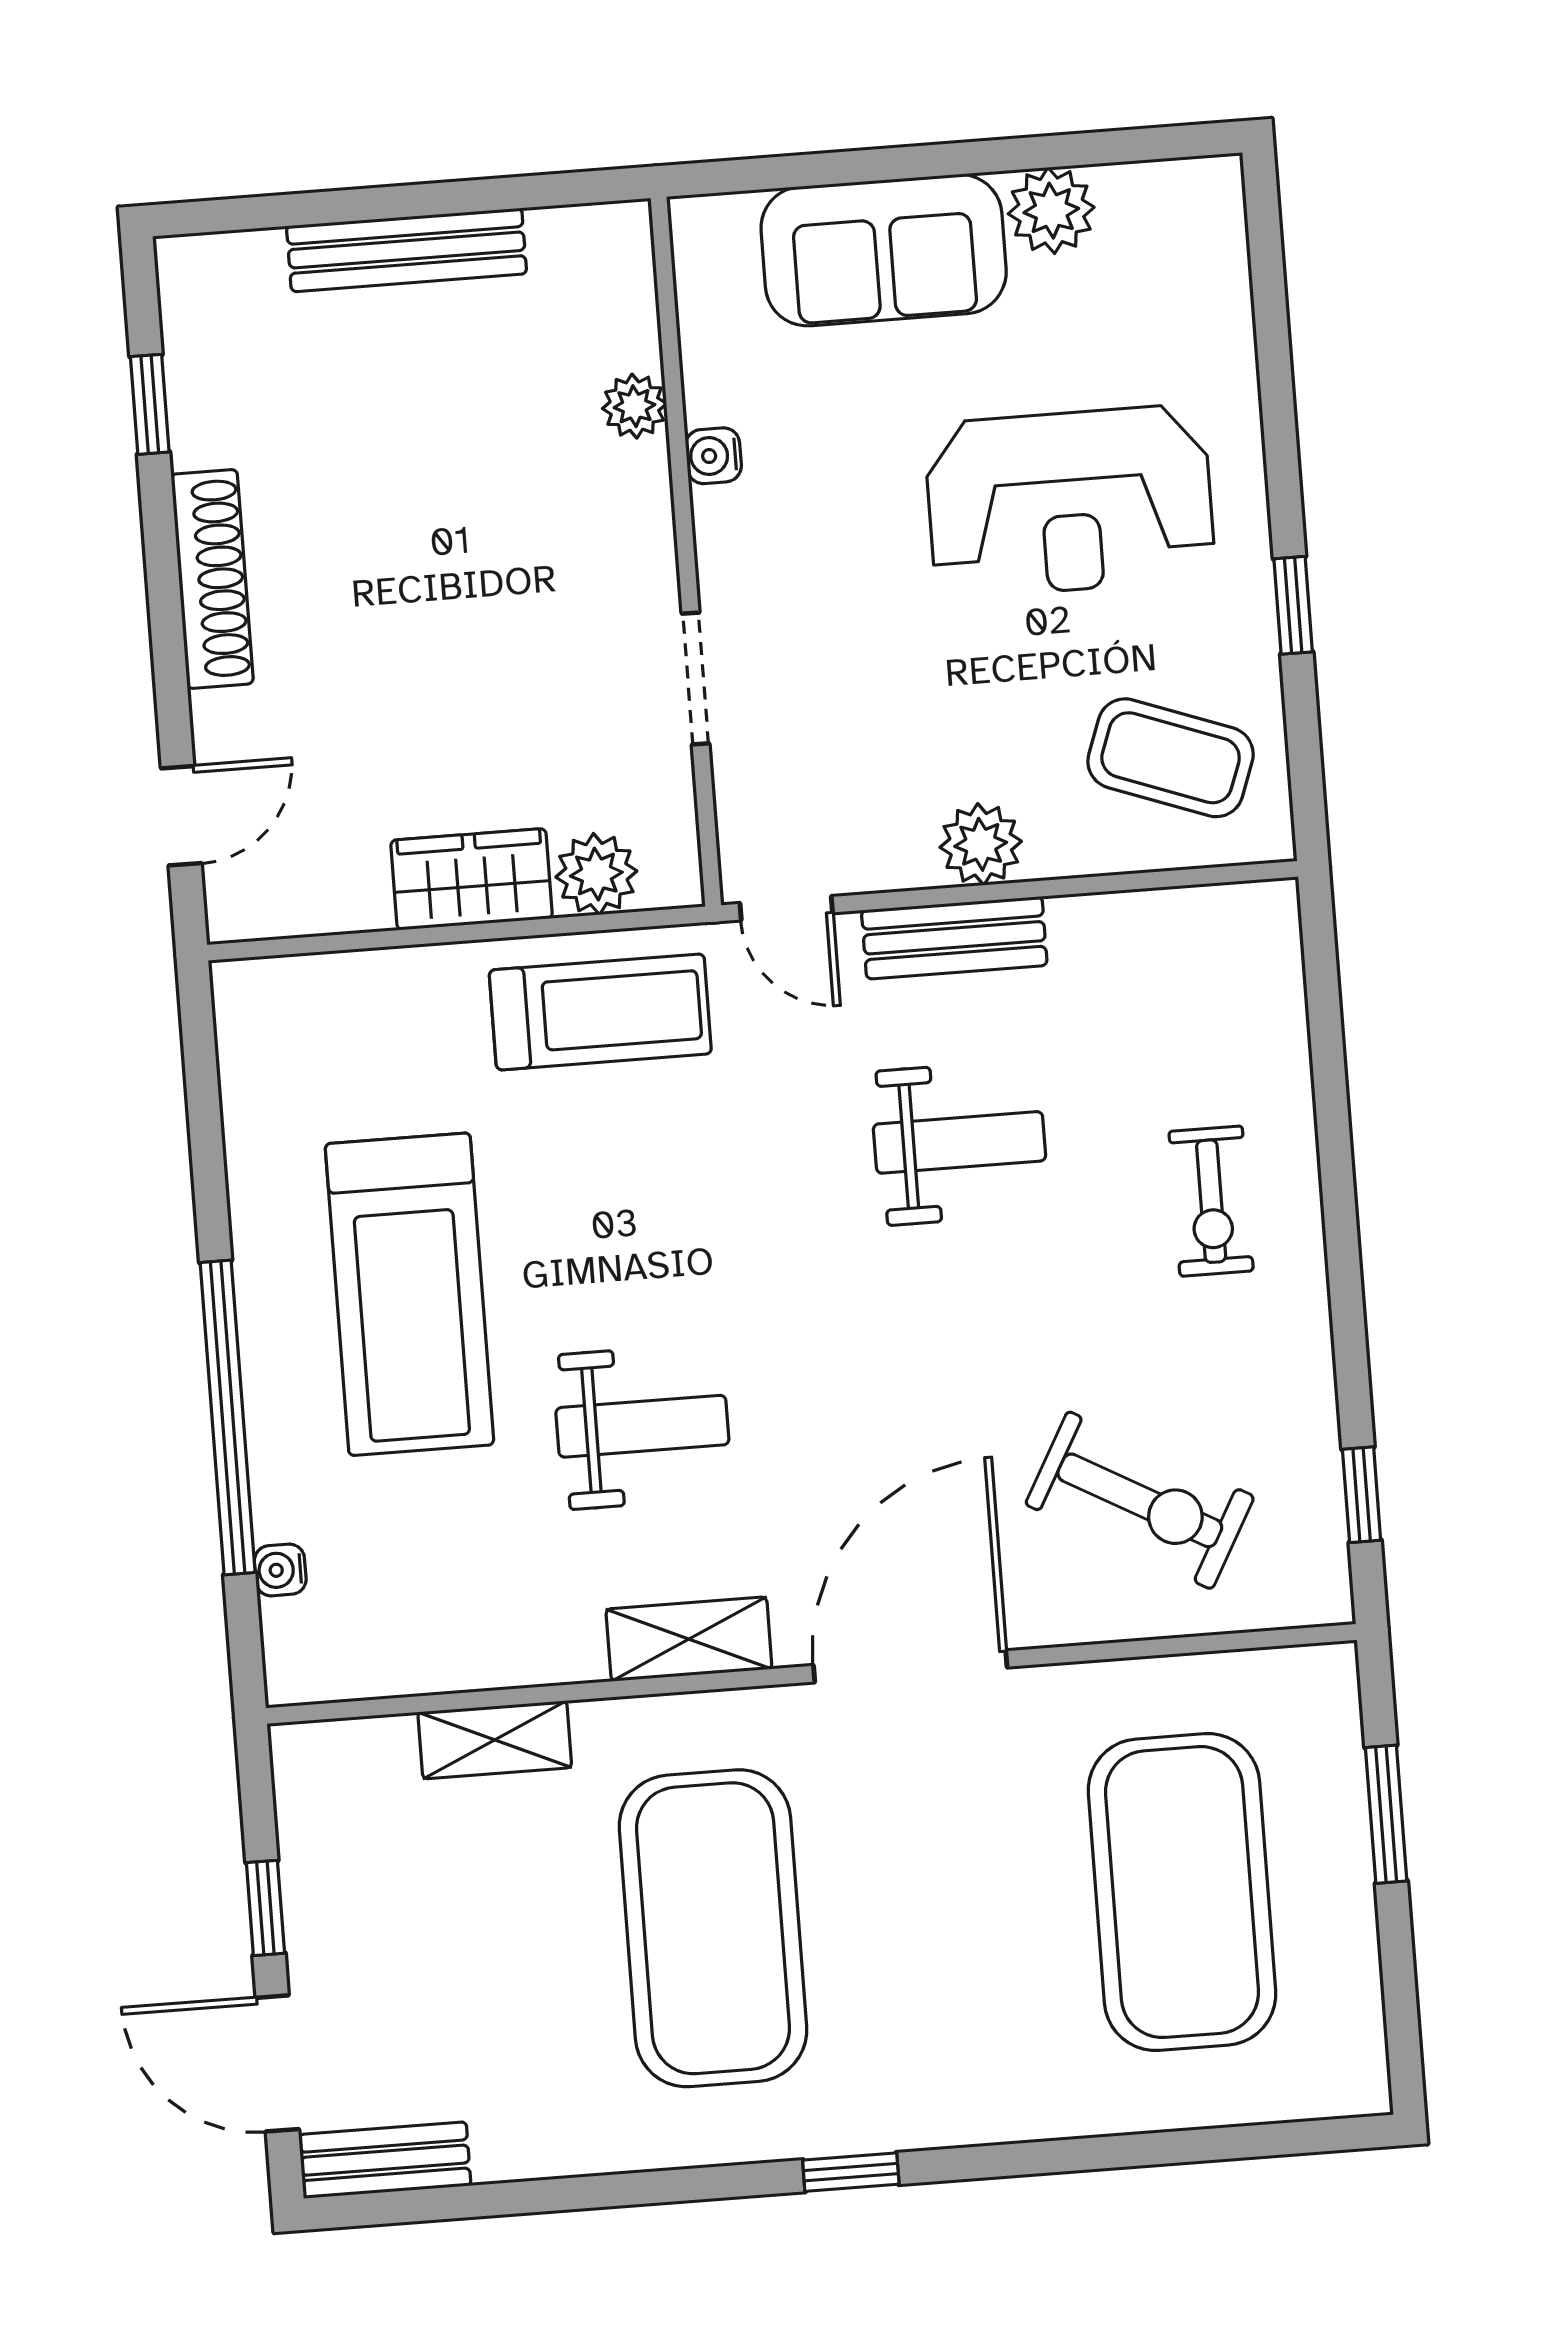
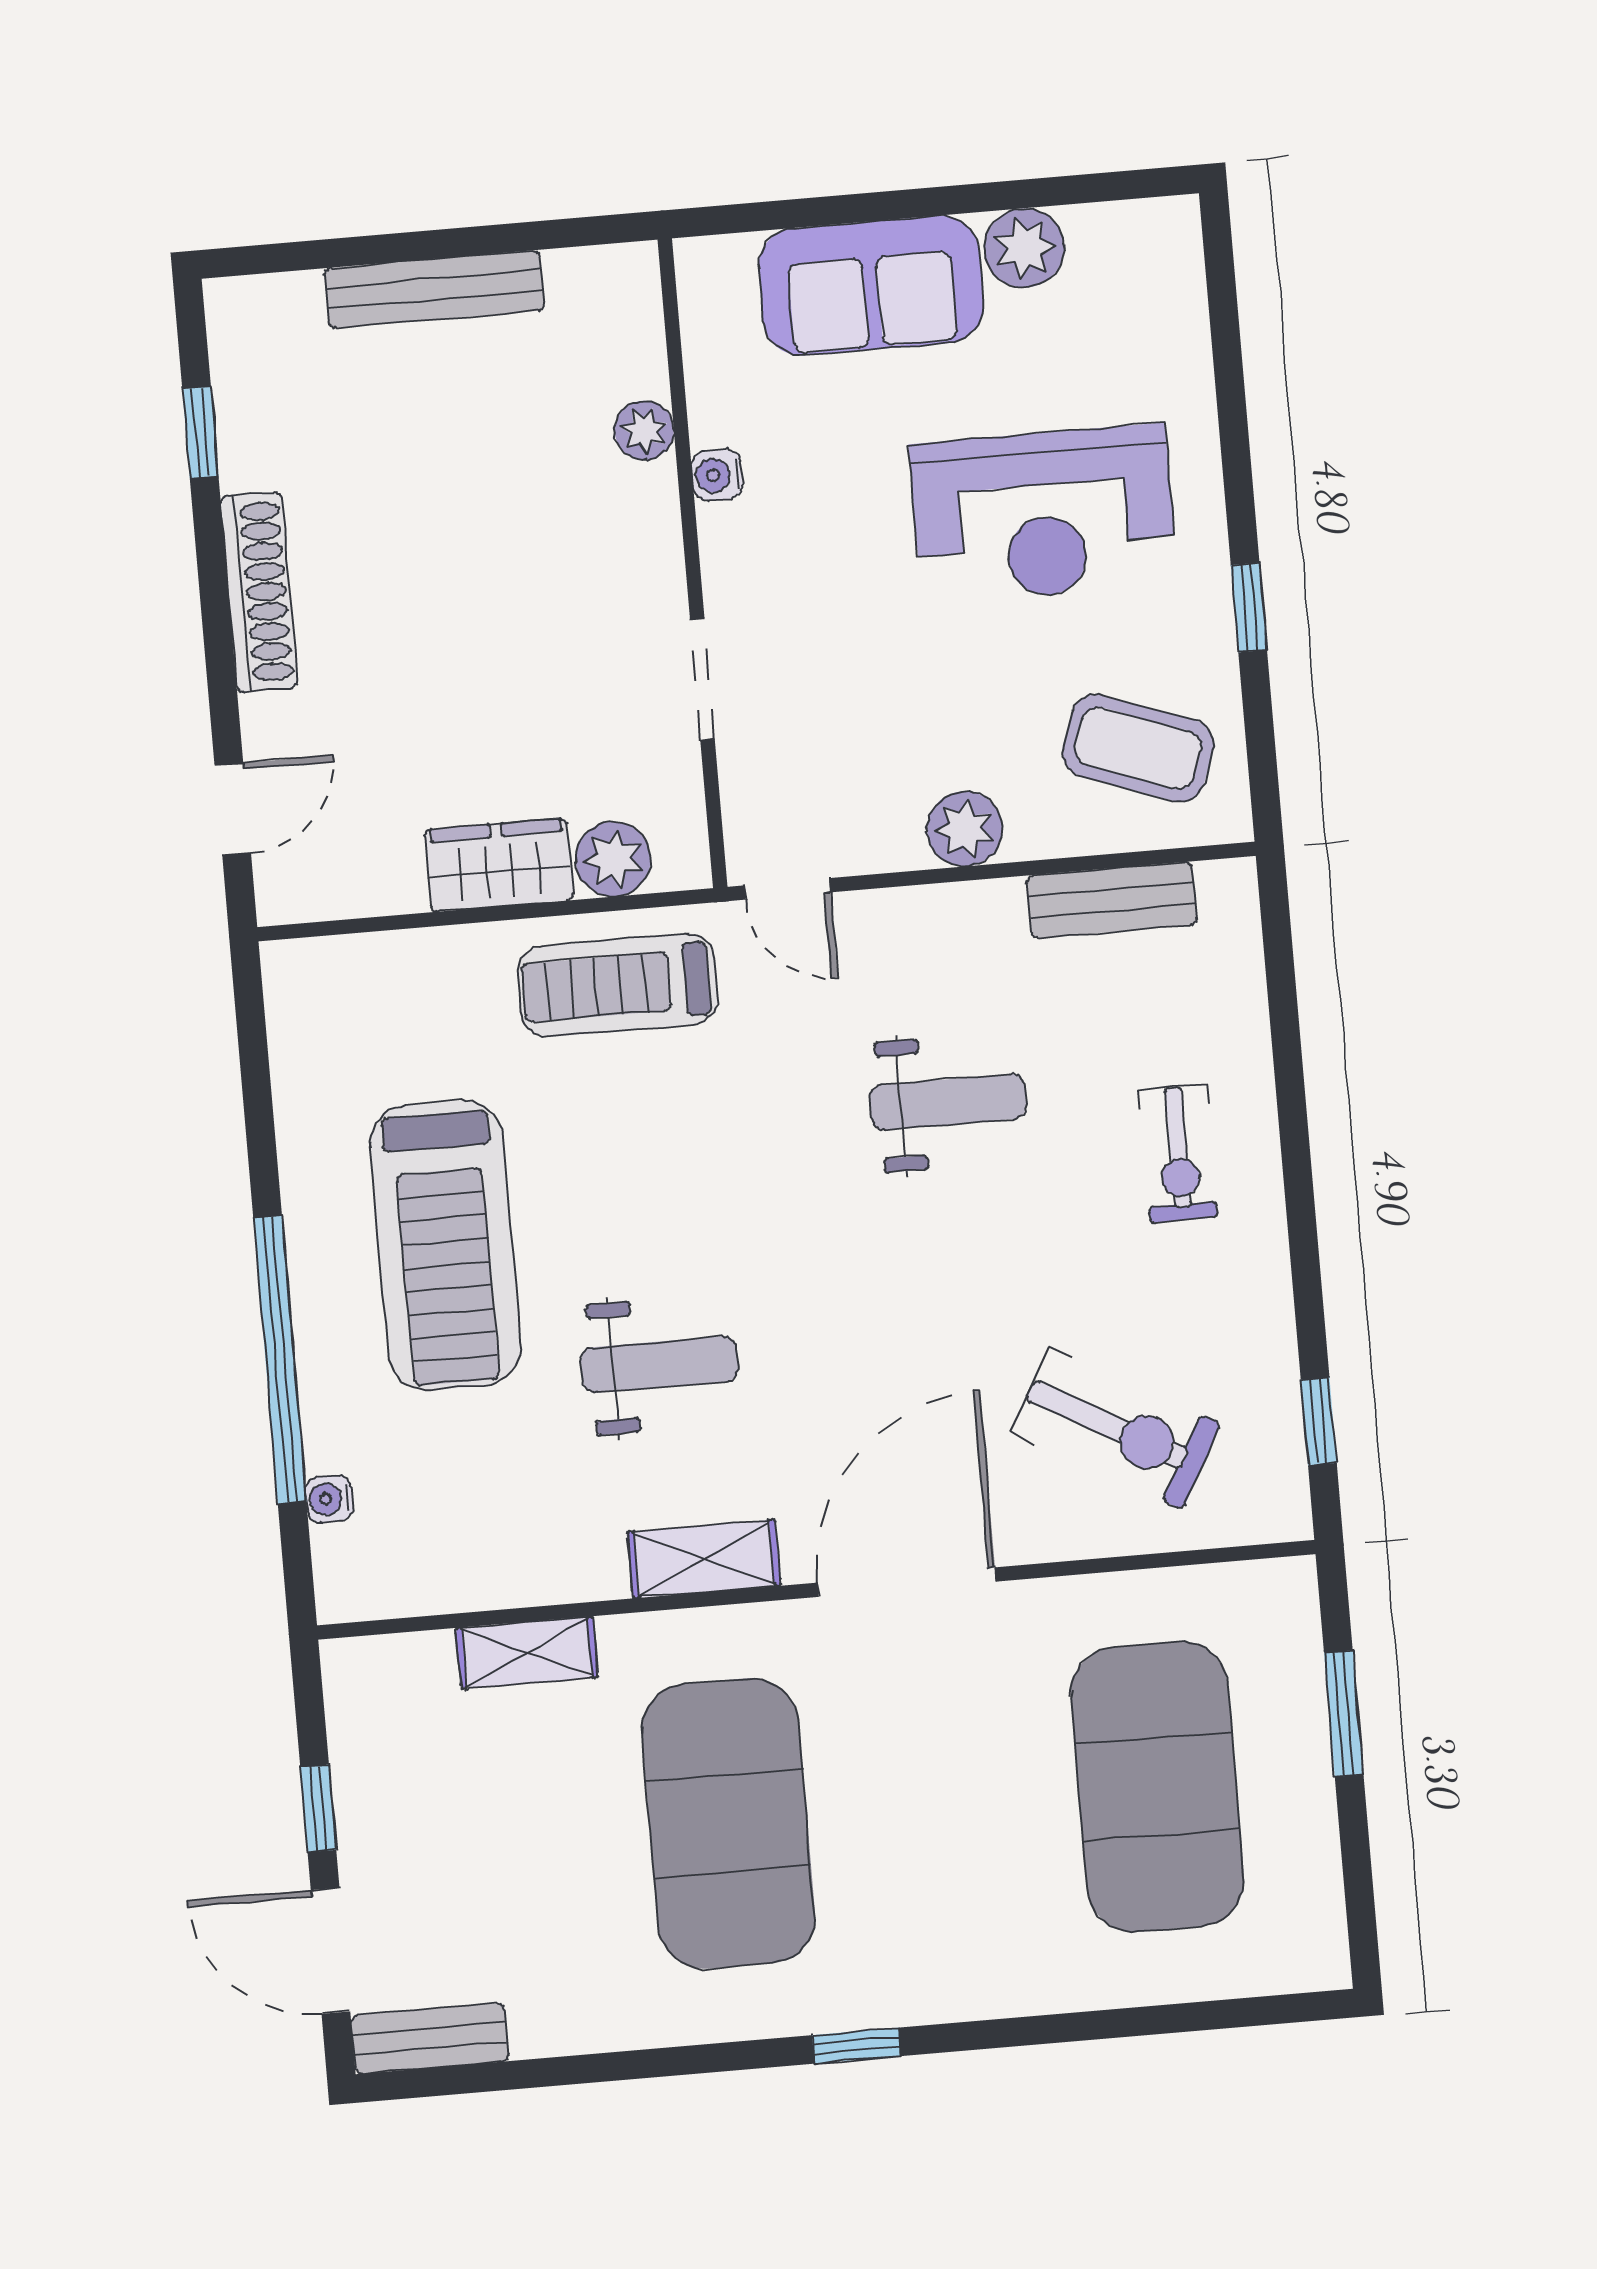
bench: (954, 938) -> (1112, 900), moved
treadmill: (600, 1012) -> (618, 985), turned 180

